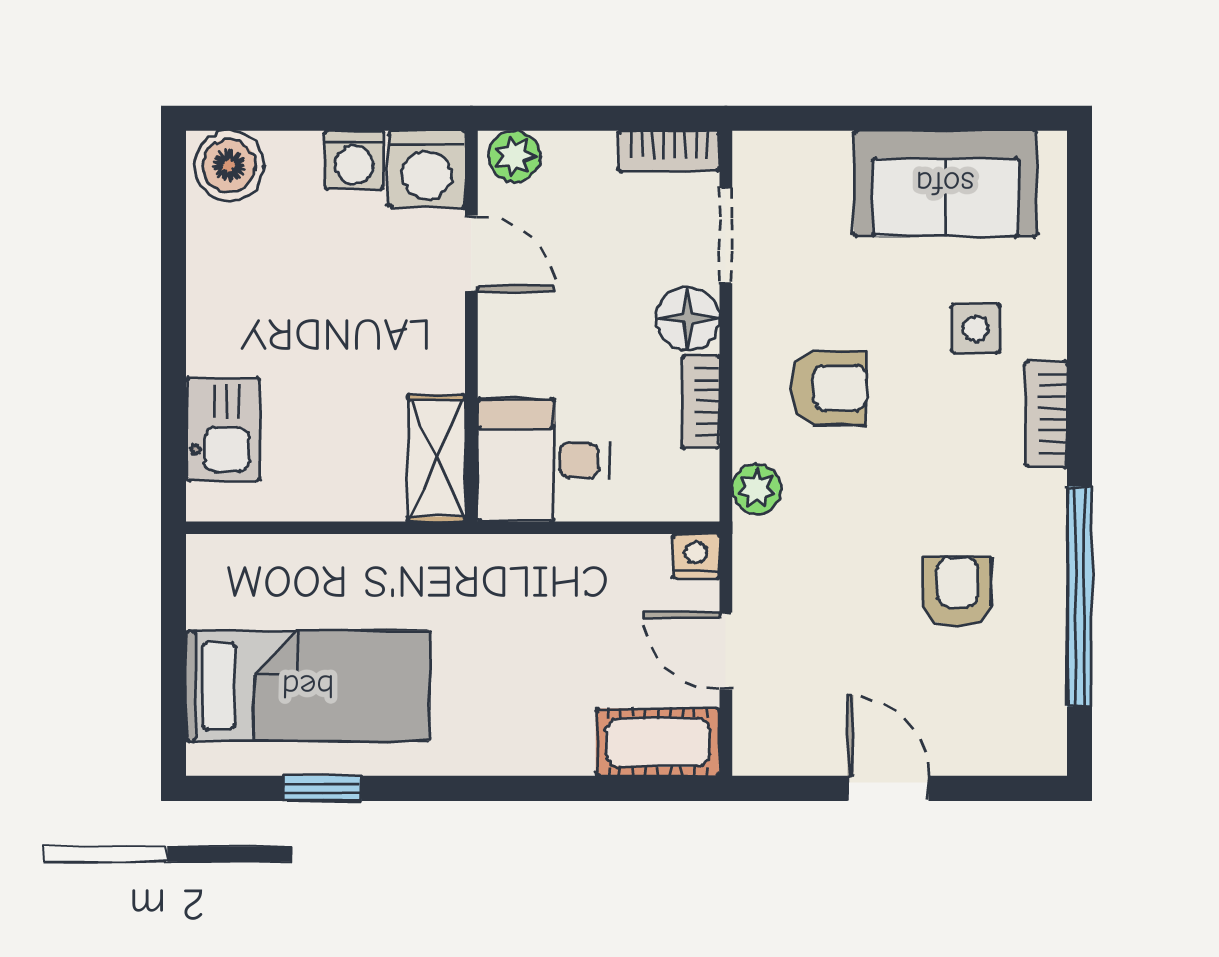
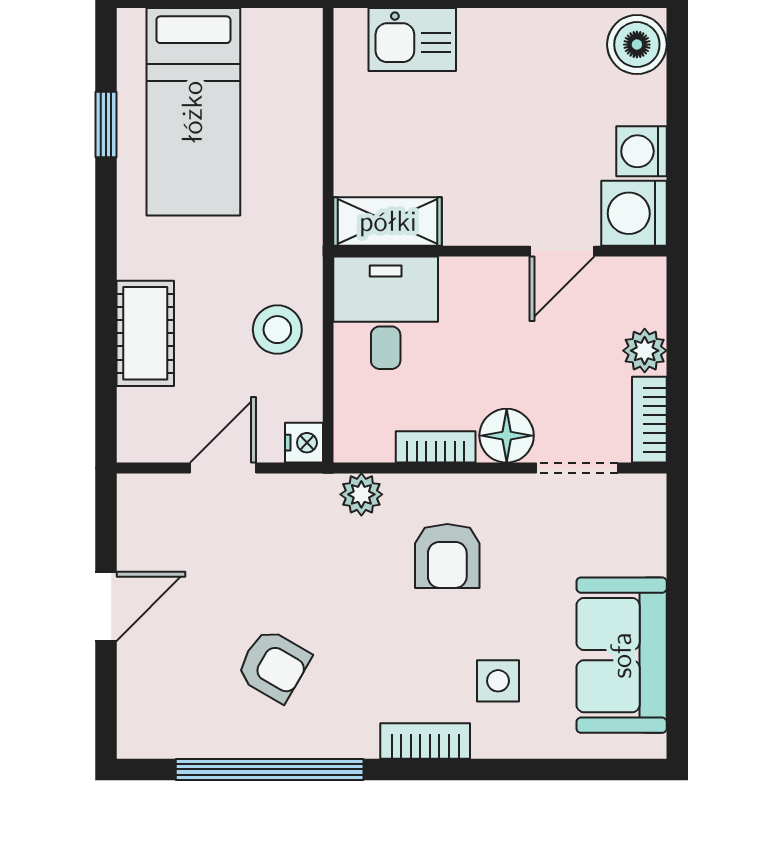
plant: (515, 156) -> (645, 351), moved
stool: (563, 587) -> (277, 330), added
armchair: (958, 592) -> (274, 665), turned 30
cot: (658, 742) -> (145, 333), moved

